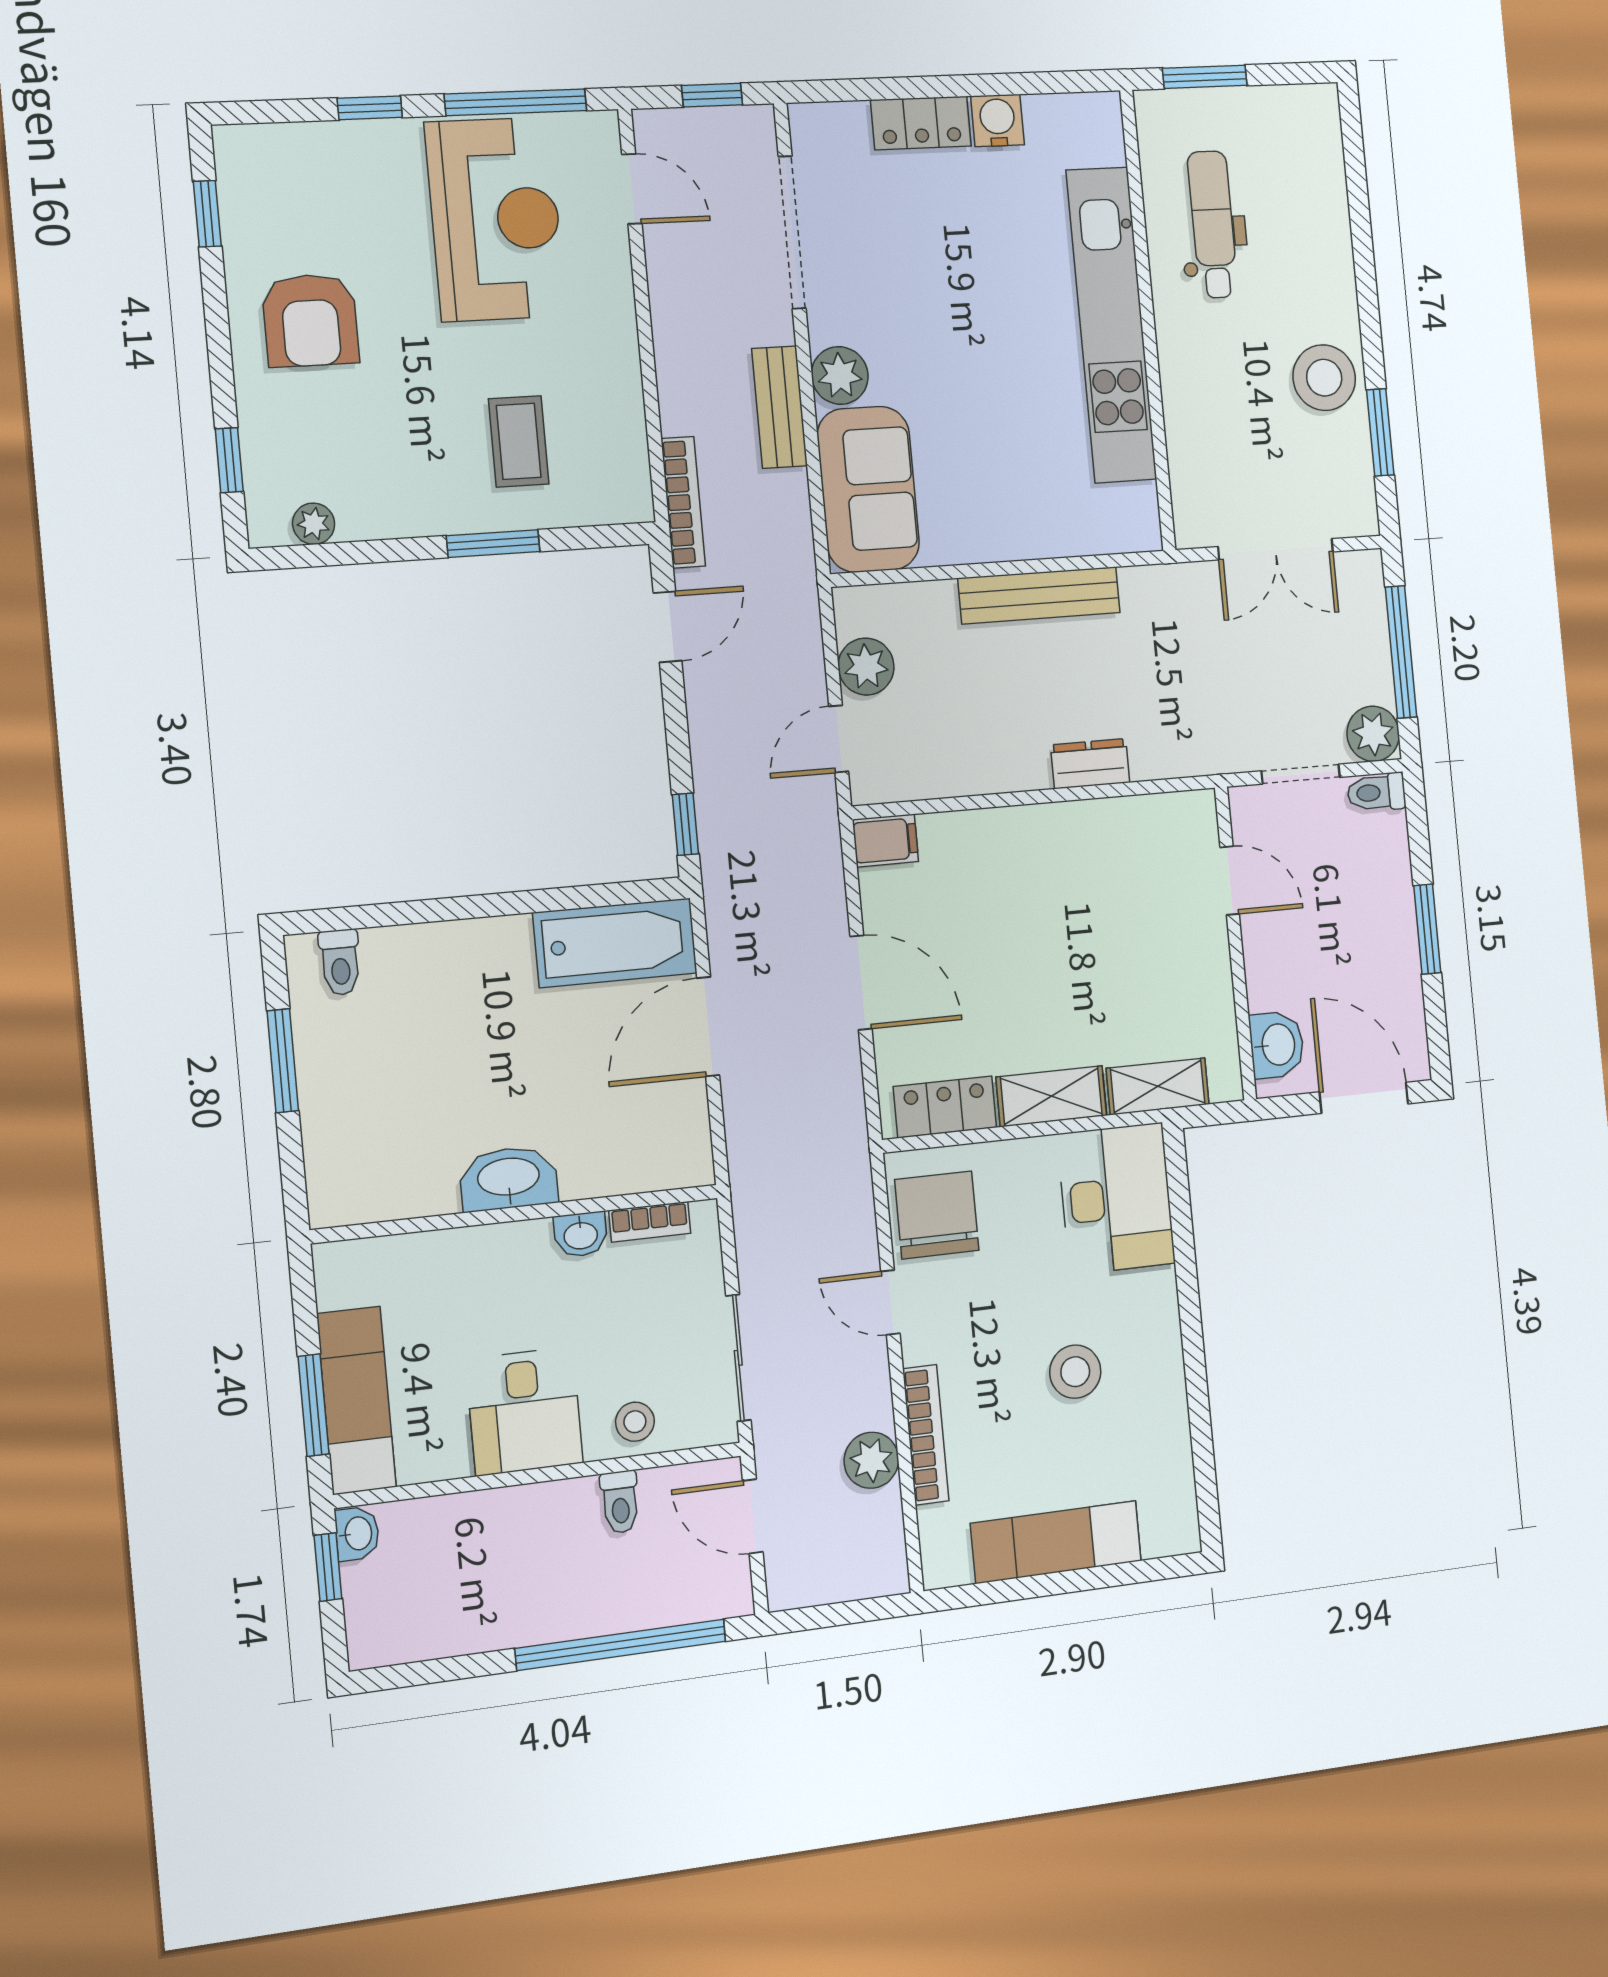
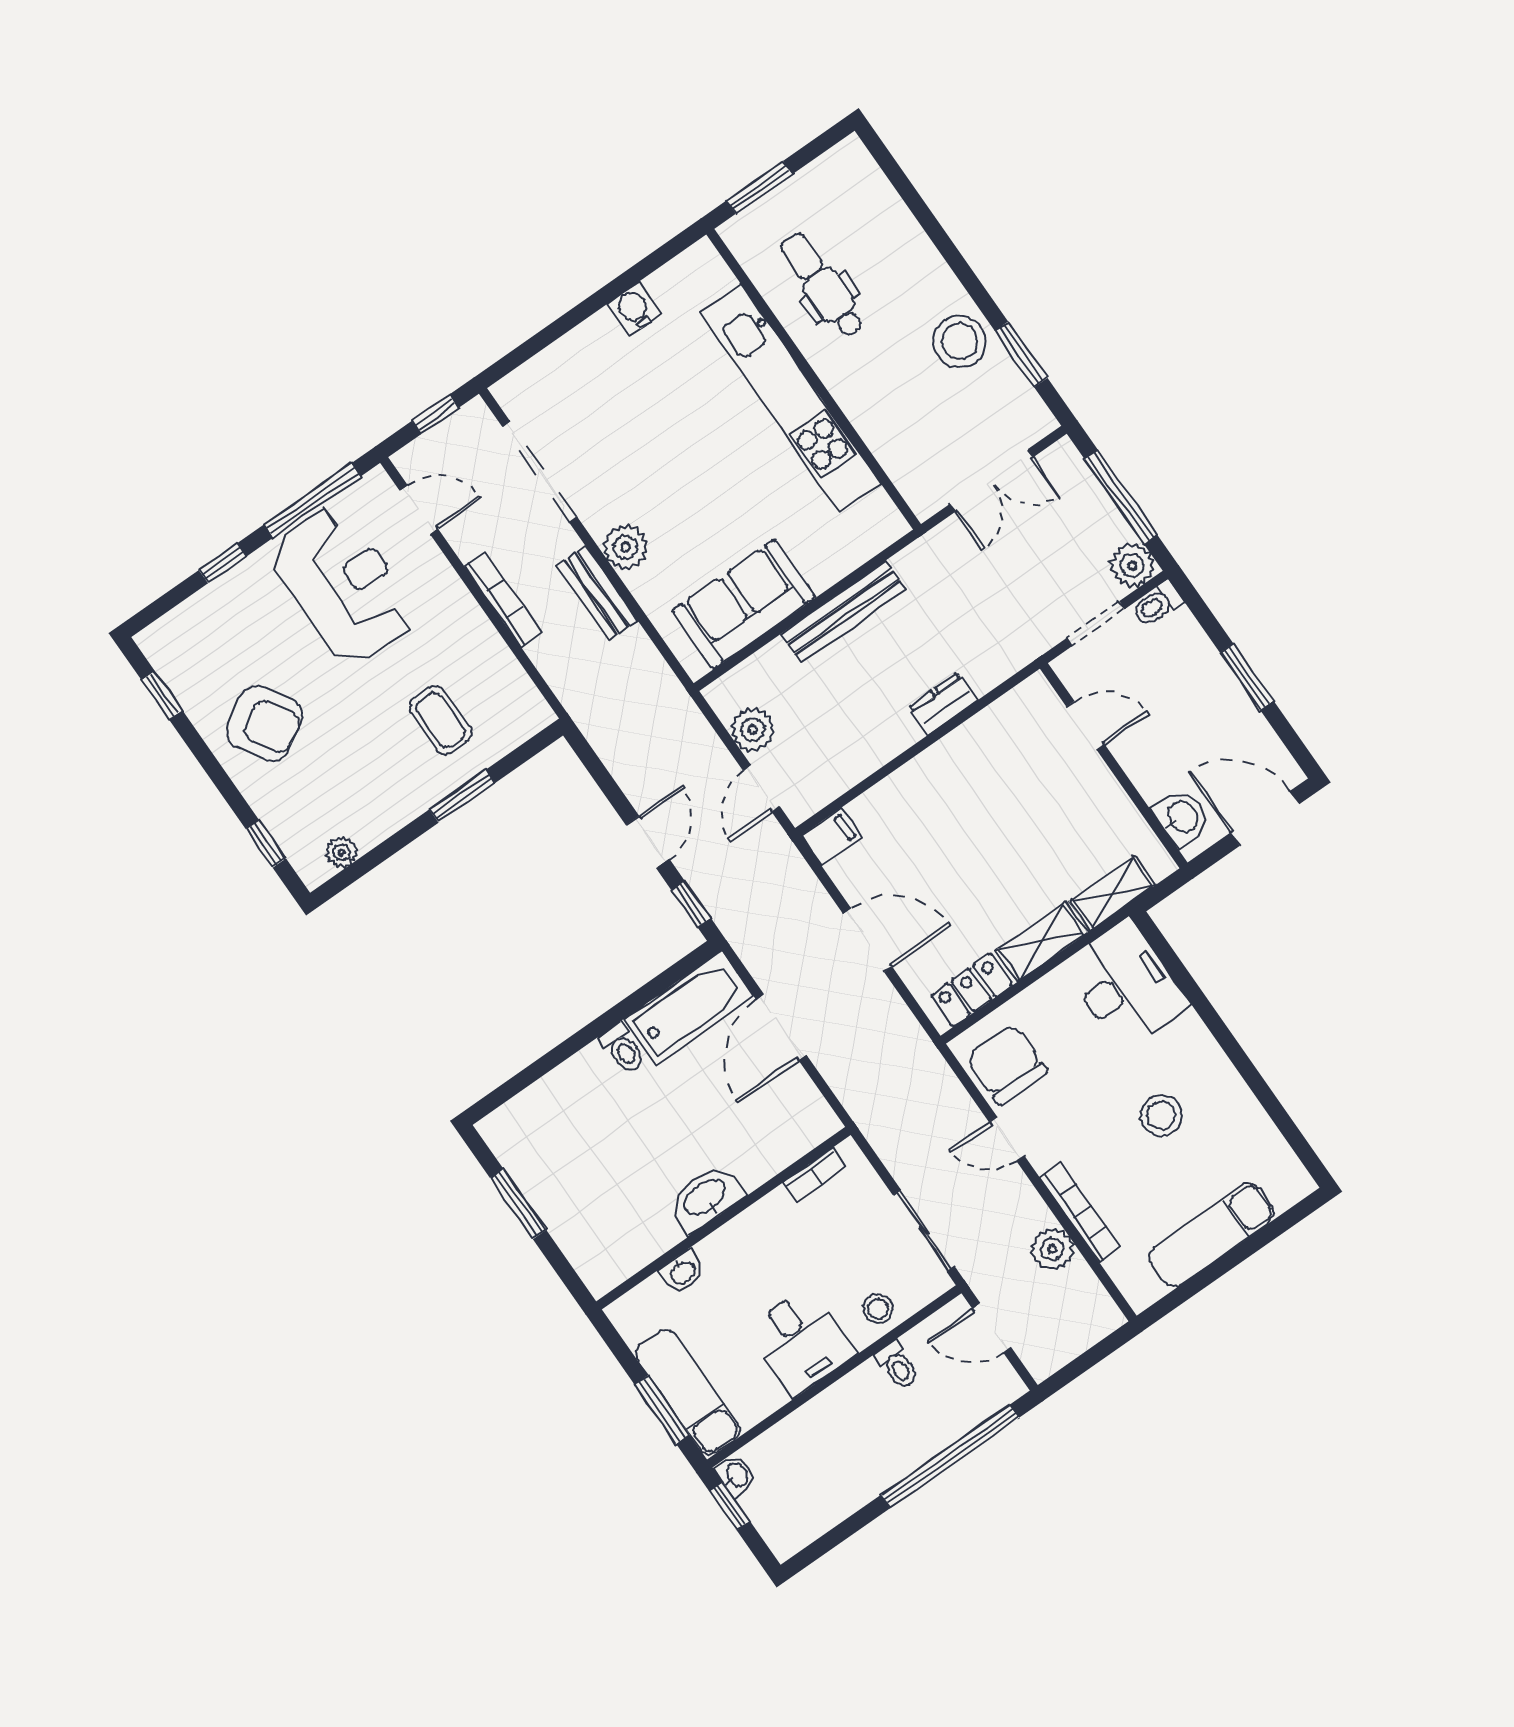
locker: (921, 123) -> (584, 344), removed
armchair: (310, 320) -> (265, 723), turned -32
sofa: (868, 489) -> (744, 604), moved, turned -90
bookcase: (683, 502) -> (503, 600), moved
door: (667, 627) -> (648, 842), moved
toilet: (340, 962) -> (623, 1049), moved
washbasin: (581, 1235) -> (682, 1272), moved

